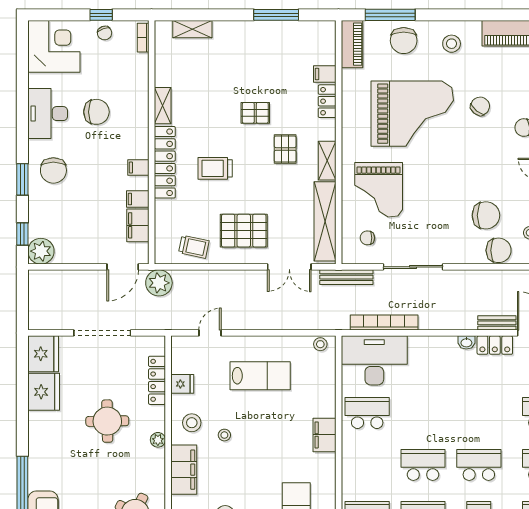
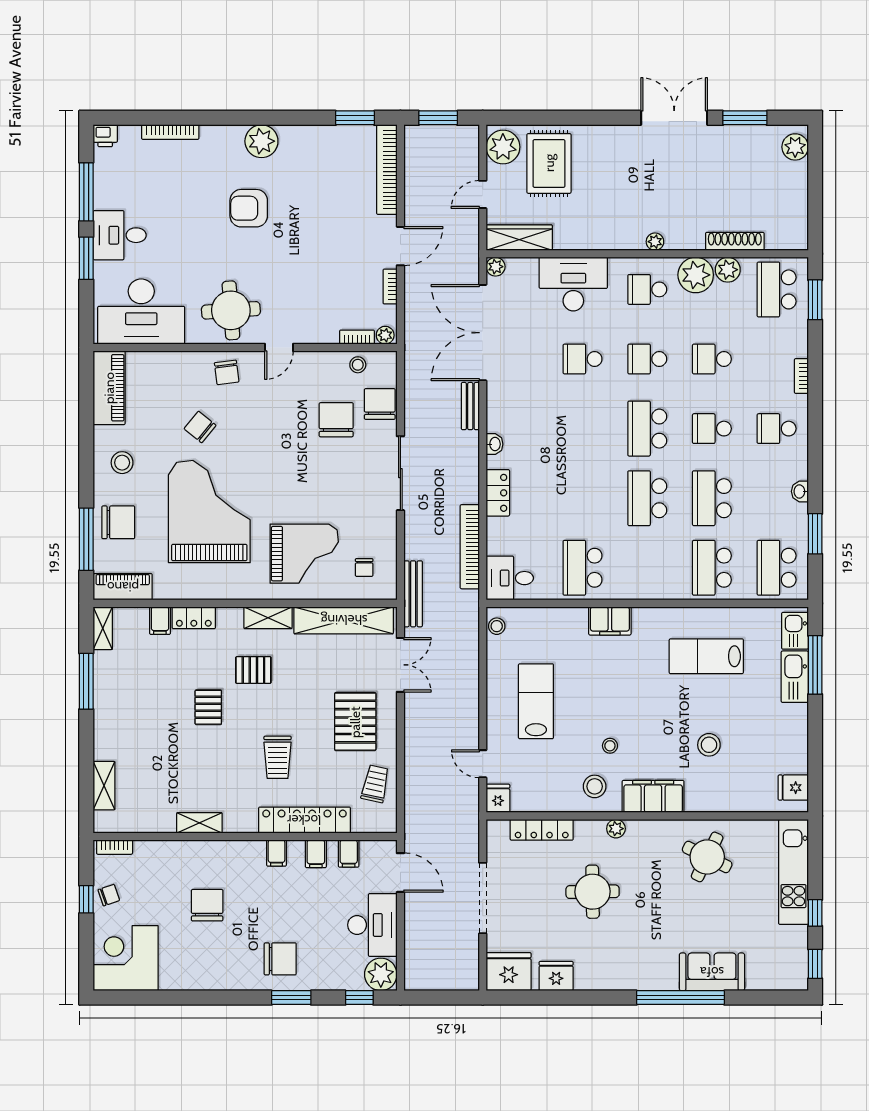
shelving: (319, 28) -> (103, 628), added
desk: (48, 114) -> (372, 925), moved, turned -90
locker: (165, 162) -> (304, 820), moved
filing cabinet: (138, 225) -> (349, 854), width x0.50
sliding door: (413, 267) -> (400, 473), moved
plant: (159, 283) -> (420, 827), removed
locker: (495, 345) -> (498, 493), moved
desk: (374, 360) -> (510, 578), width x0.53, depth x0.77
fridge: (182, 384) -> (498, 798), moved
fridge: (44, 392) -> (556, 976), width x0.73, depth x0.75

